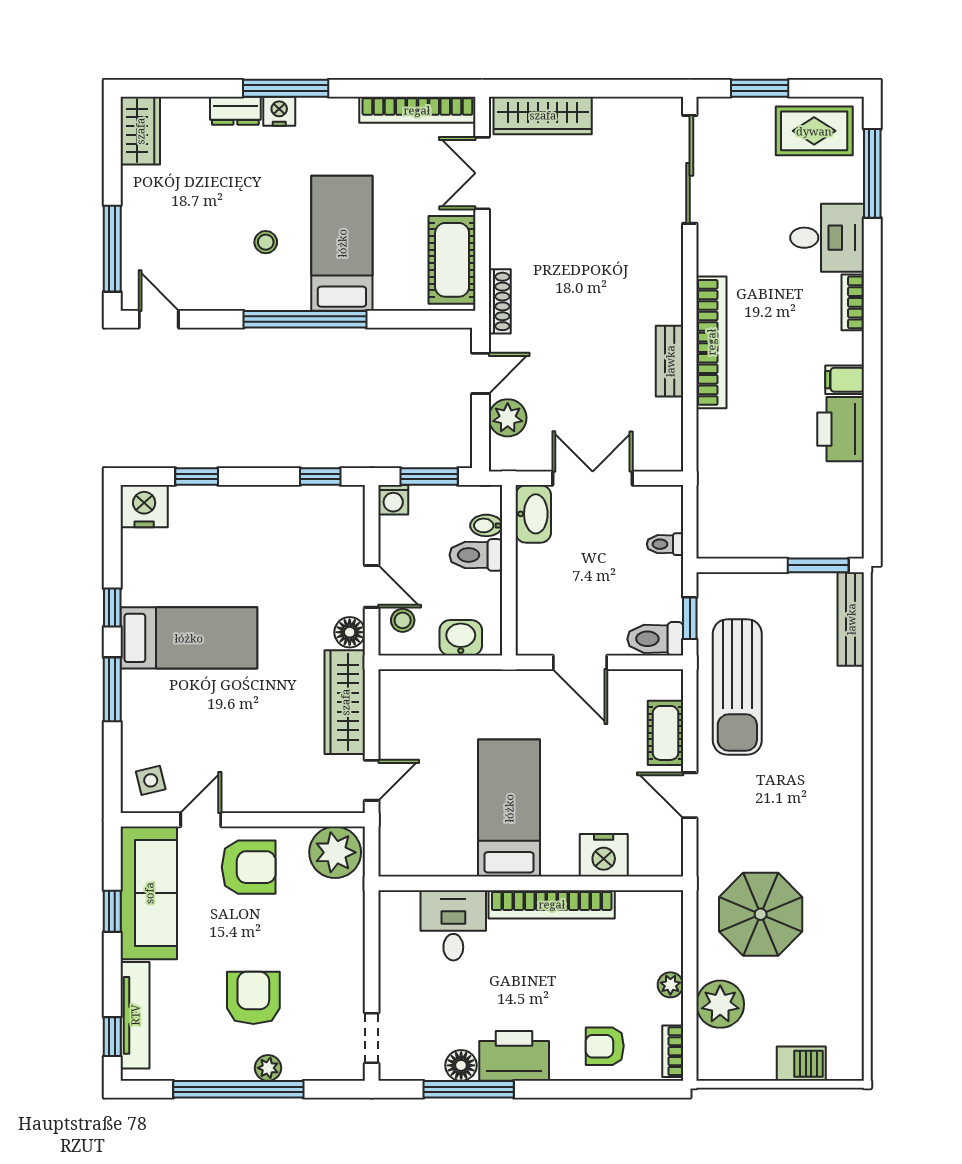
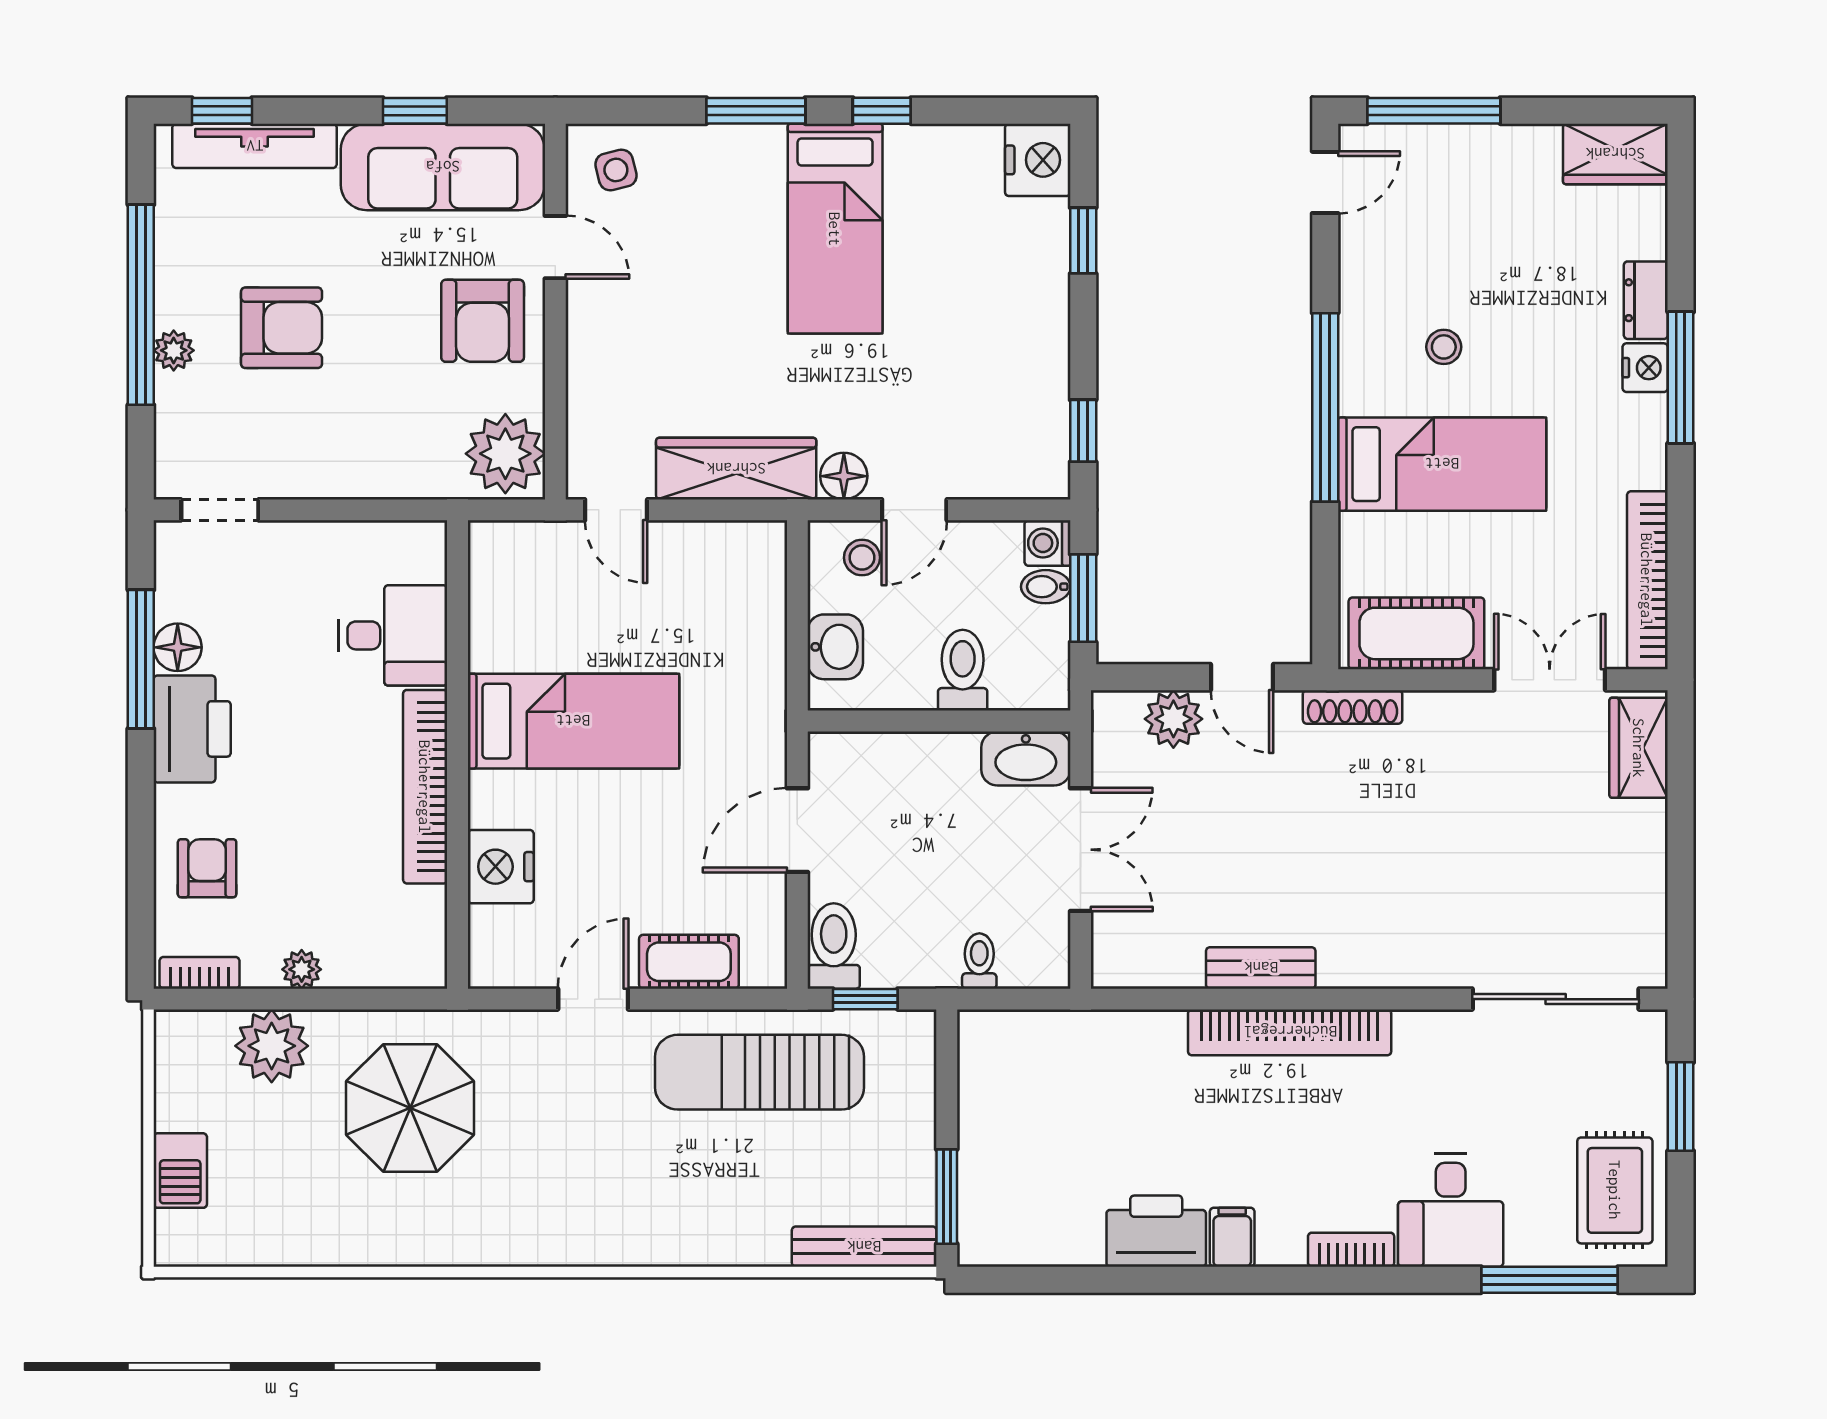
wardrobe: (543, 115) -> (1639, 748), width x0.67
bidet: (486, 525) -> (1046, 587), moved, turned -90

